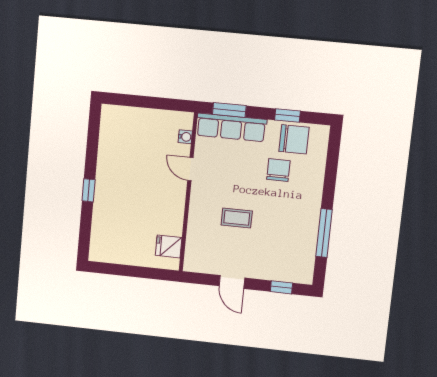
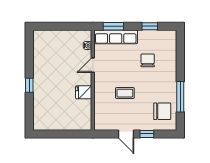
chair: (294, 139) -> (162, 111), moved
door: (190, 169) -> (93, 65), hinge flipped
fridge: (169, 246) -> (84, 92), moved
window: (281, 287) -> (147, 134), moved

